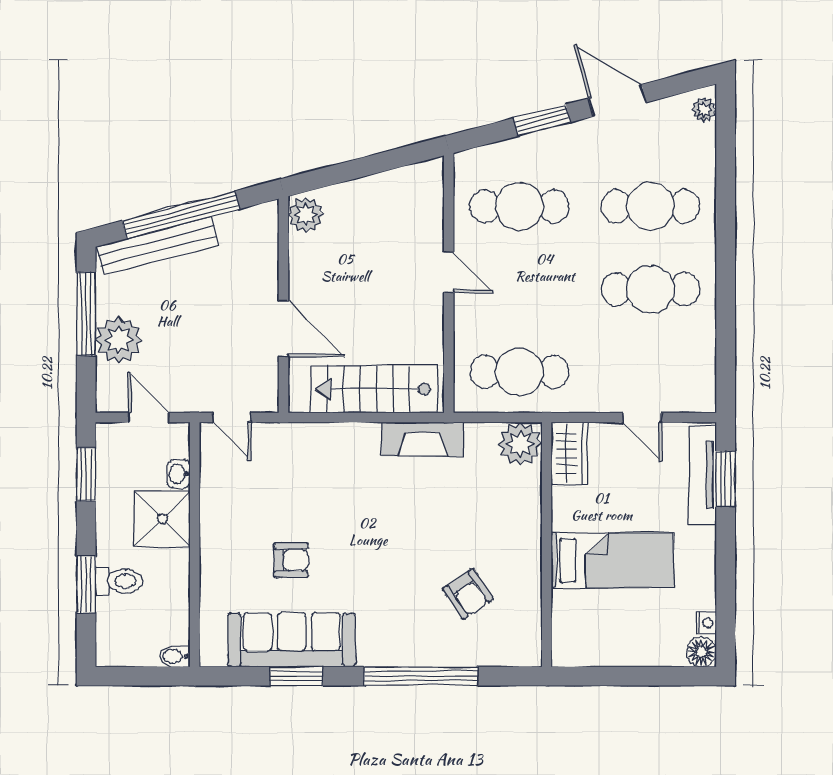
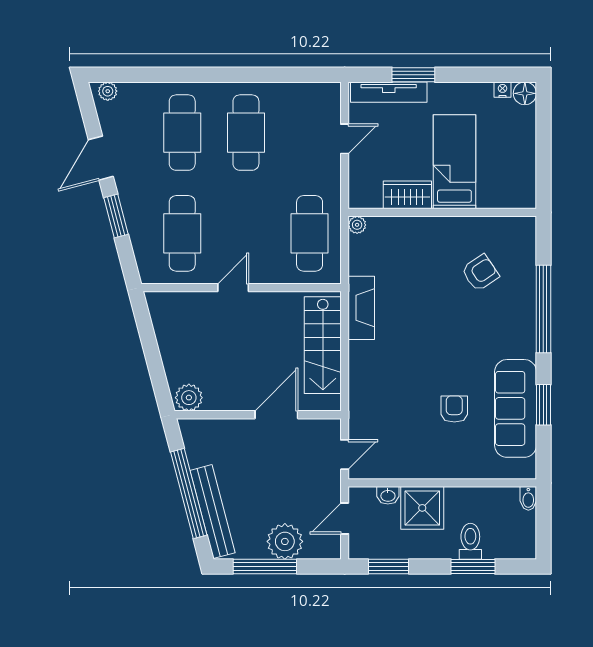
plant: (520, 444) -> (357, 225), width x0.53, depth x0.53
wardrobe: (569, 453) -> (407, 195), moved
window: (726, 479) -> (413, 75), moved

